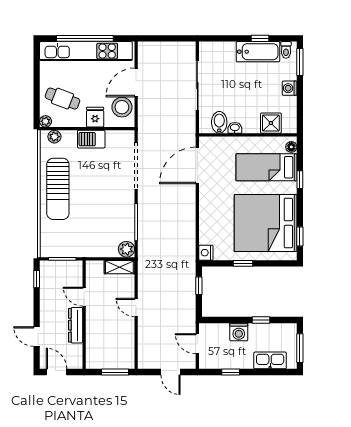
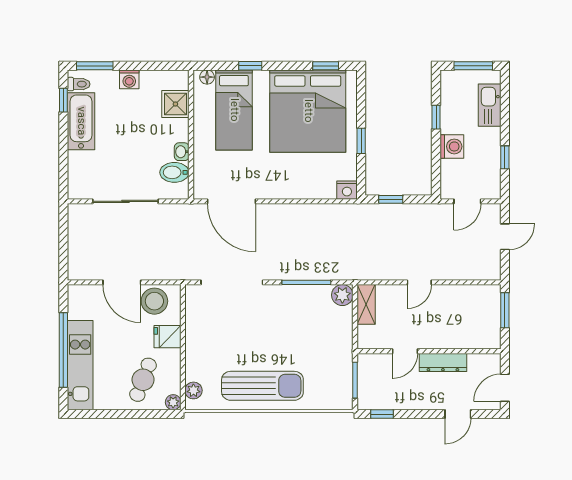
window: (260, 38) -> (63, 100), moved
kitchen unit: (86, 51) -> (80, 365), width x0.73
barbecue: (91, 139) -> (197, 342), removed

